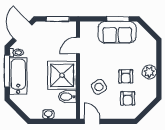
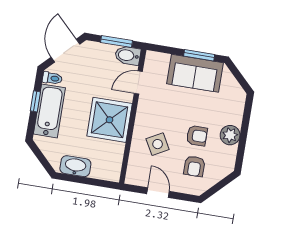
window: (7, 71) -> (35, 101), width x0.46
armchair: (126, 76) -> (197, 136), turned -90
bidet: (67, 97) -> (128, 55), moved
washbasin: (48, 114) -> (75, 166), width x1.91, depth x1.45
door: (92, 121) -> (158, 193), moved

